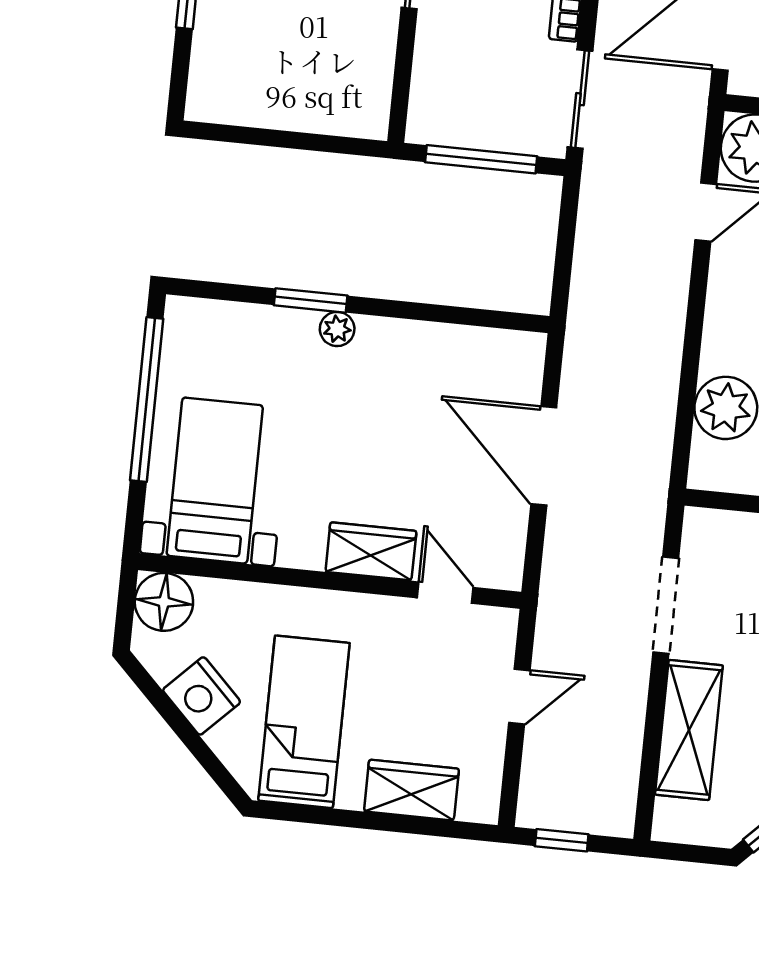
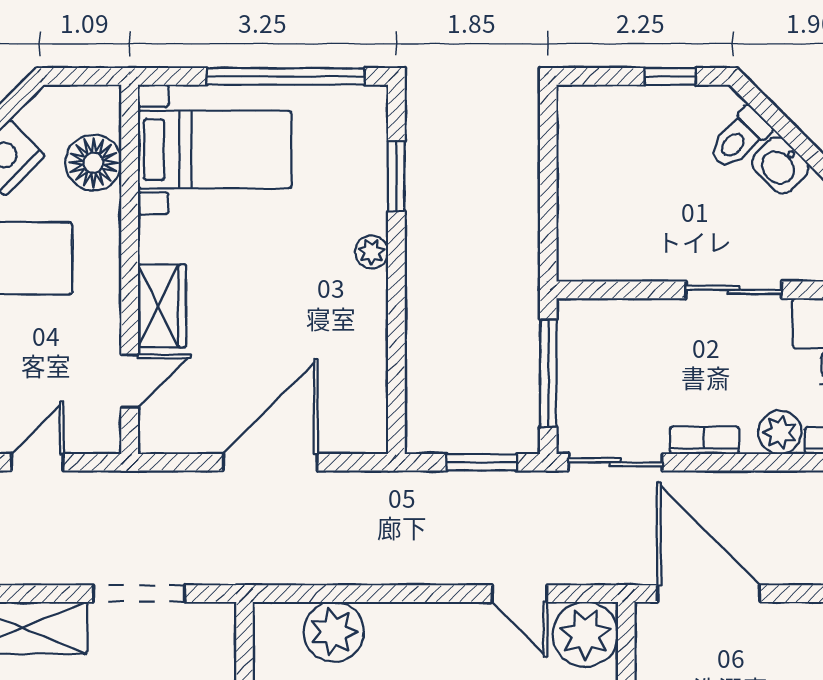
window: (566, 237) -> (482, 462), added
window: (311, 300) -> (396, 176), moved
floor lamp: (164, 602) -> (93, 163), moved
door: (519, 697) -> (37, 462), swing flipped

